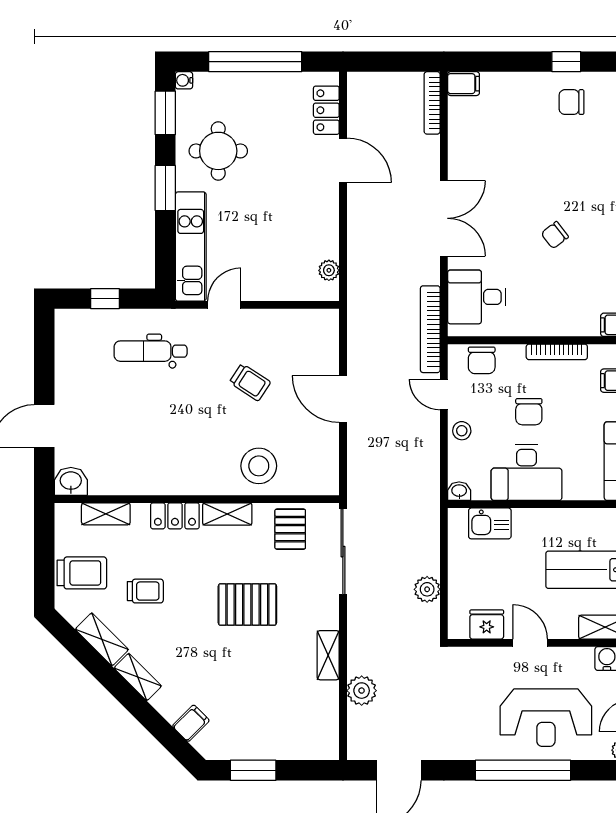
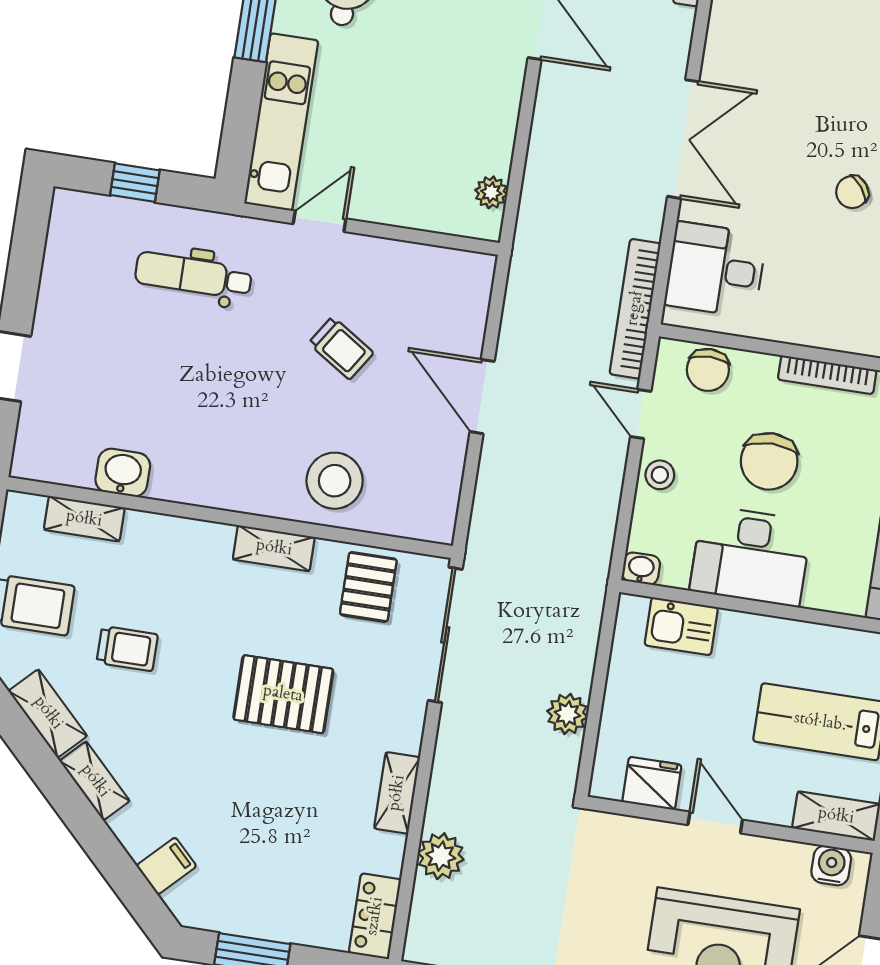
chair: (529, 412) -> (769, 461), width x1.37, depth x1.37
washbasin: (71, 481) -> (123, 473), moved
locker: (175, 516) -> (375, 916), moved, turned 90

